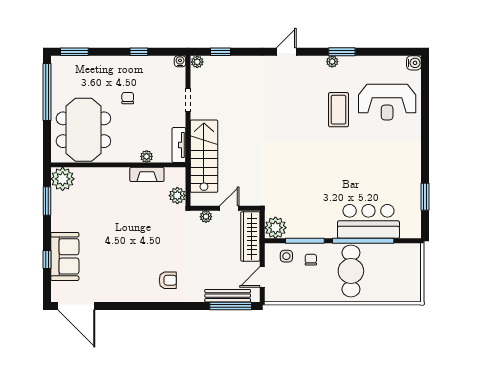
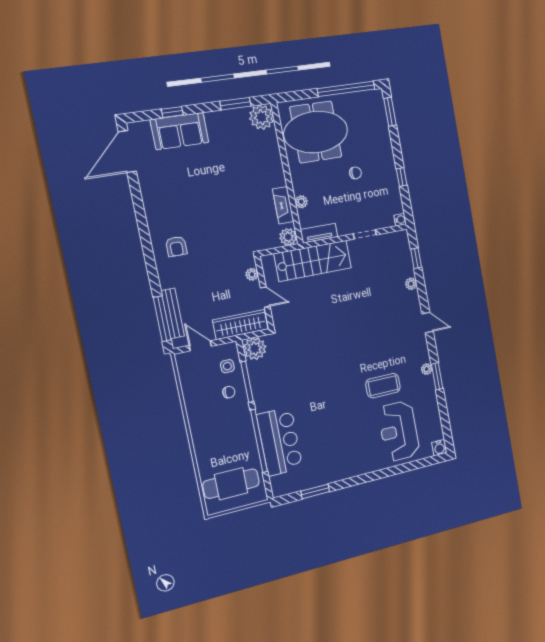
plant: (197, 62) -> (411, 284), moved
plant: (177, 196) -> (288, 237), moved
cafe table: (351, 271) -> (231, 484), moved

